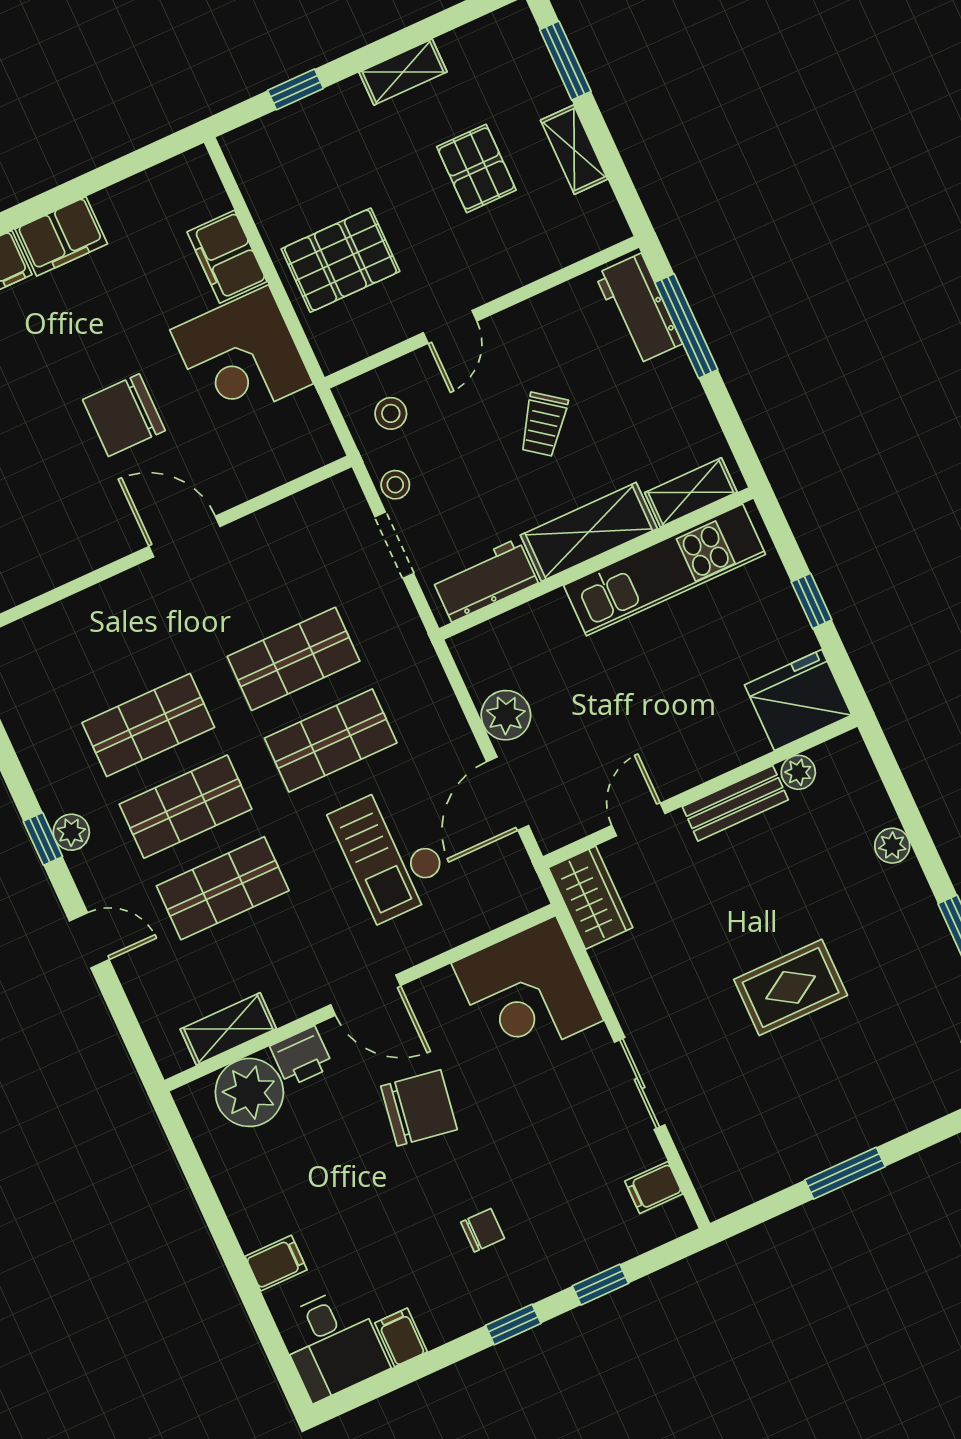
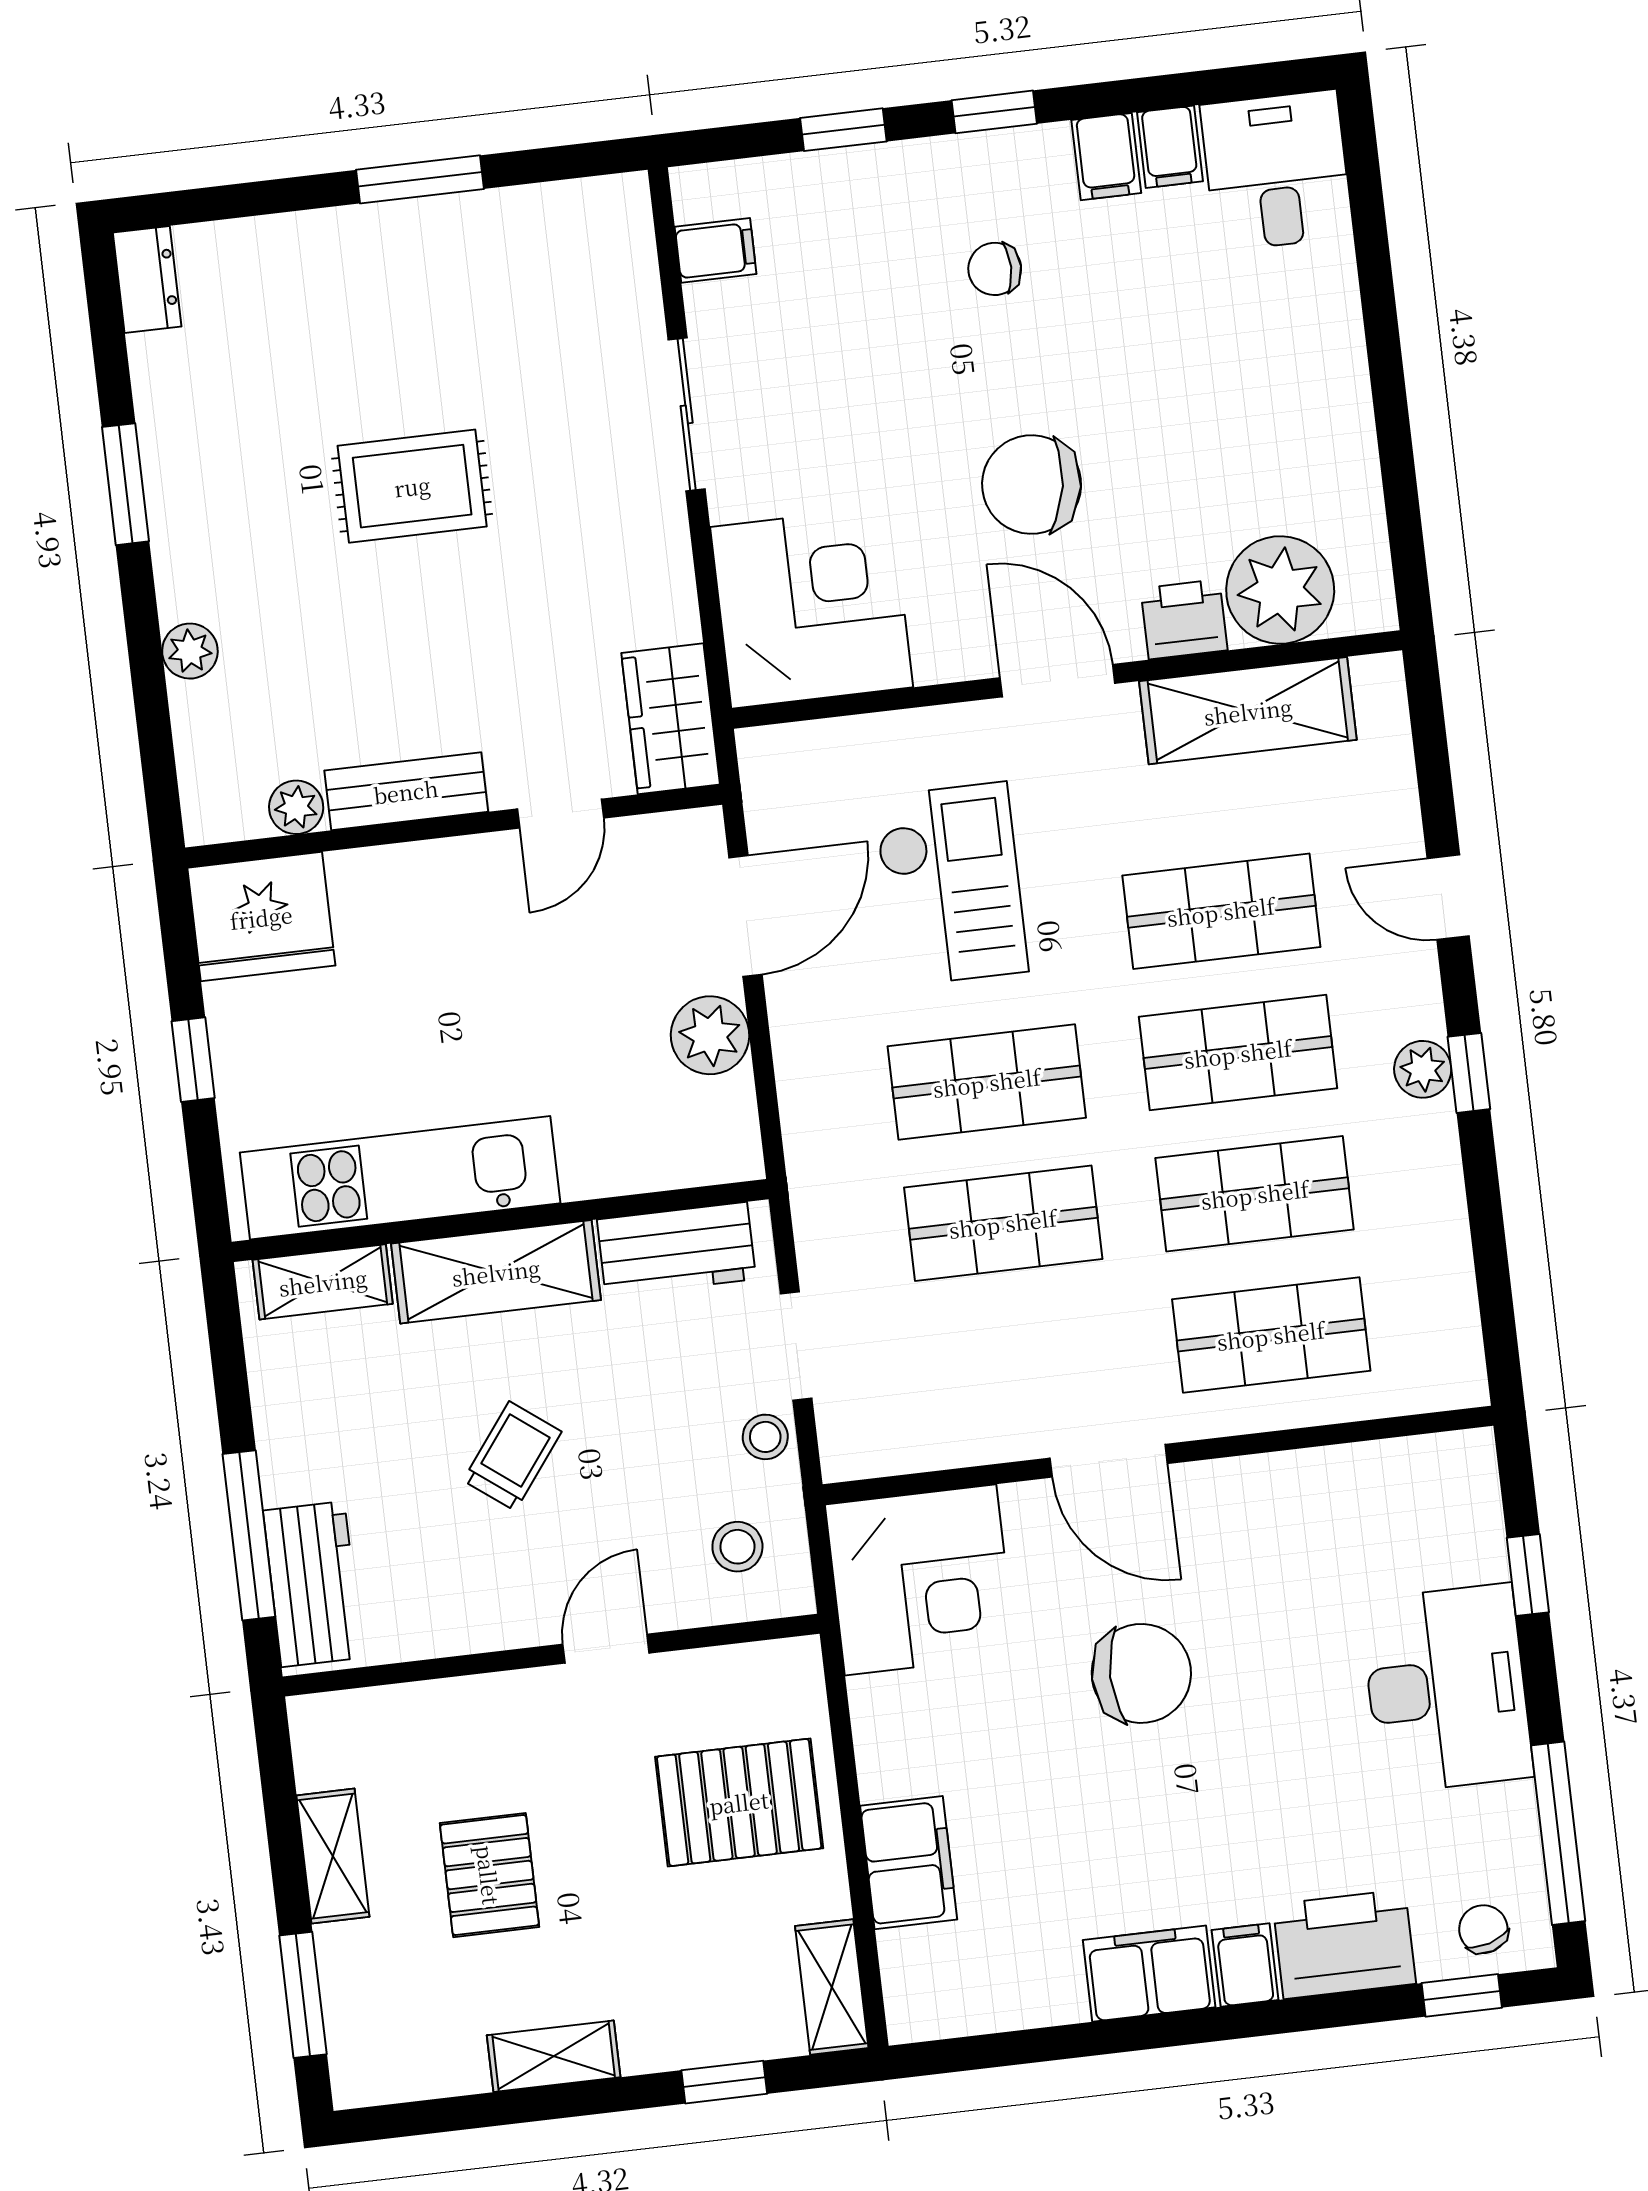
shelving: (249, 167) -> (832, 1987), added
corner desk: (242, 357) -> (921, 1580), moved, turned 90
shop shelf: (111, 643) -> (1271, 1335), added
shelving: (228, 1029) -> (1248, 711), width x1.50, depth x1.33
filing cabinet: (276, 1263) -> (1106, 157), moved, turned -90

